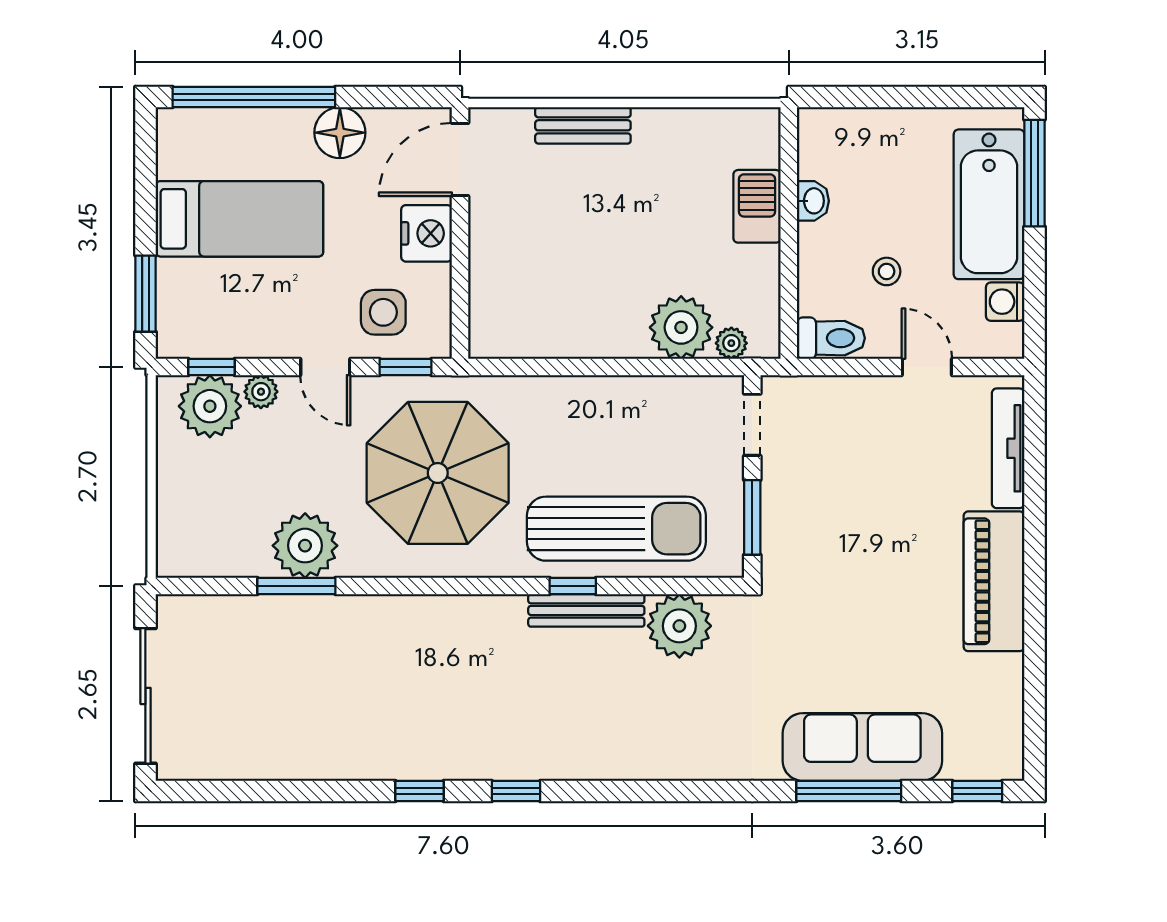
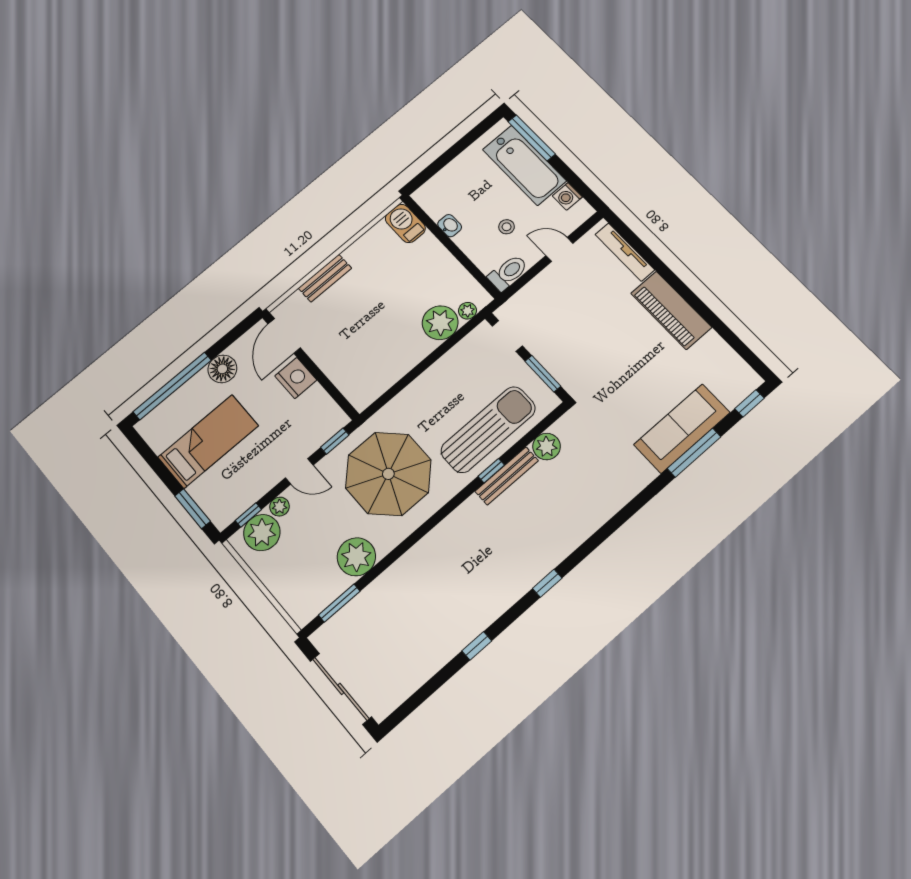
barbecue: (757, 206) -> (405, 223), moved
side table: (383, 312) -> (305, 427), removed
window: (296, 586) -> (339, 603), moved
plant: (679, 626) -> (547, 446), width x0.73, depth x0.73
window: (420, 791) -> (477, 646), moved

